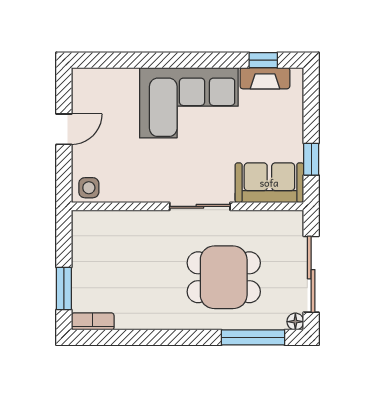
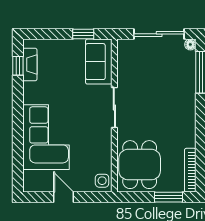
corner sofa: (189, 103) -> (46, 137), moved
dining table: (224, 277) -> (140, 165), moved
bookcase: (93, 321) -> (190, 170), width x1.56

